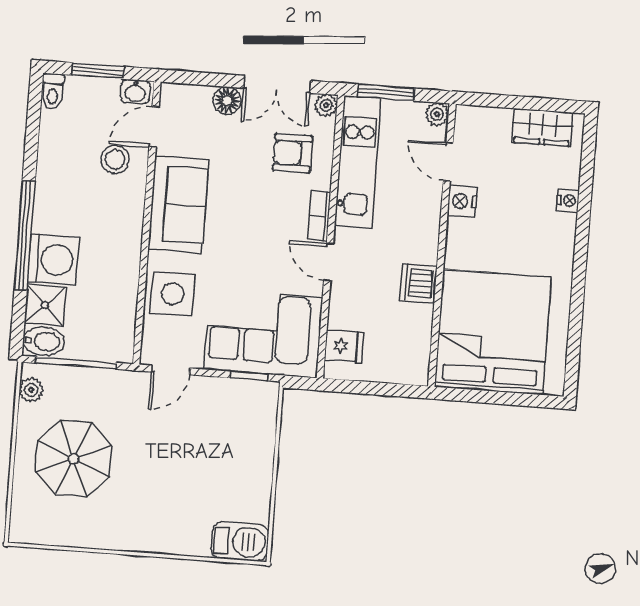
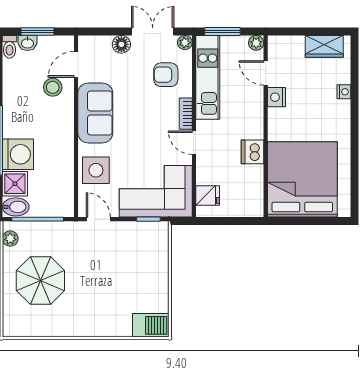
double door: (277, 84) -> (153, 32), swing flipped
washbasin: (135, 92) -> (27, 43), moved
door: (171, 370) -> (98, 219), swing flipped

